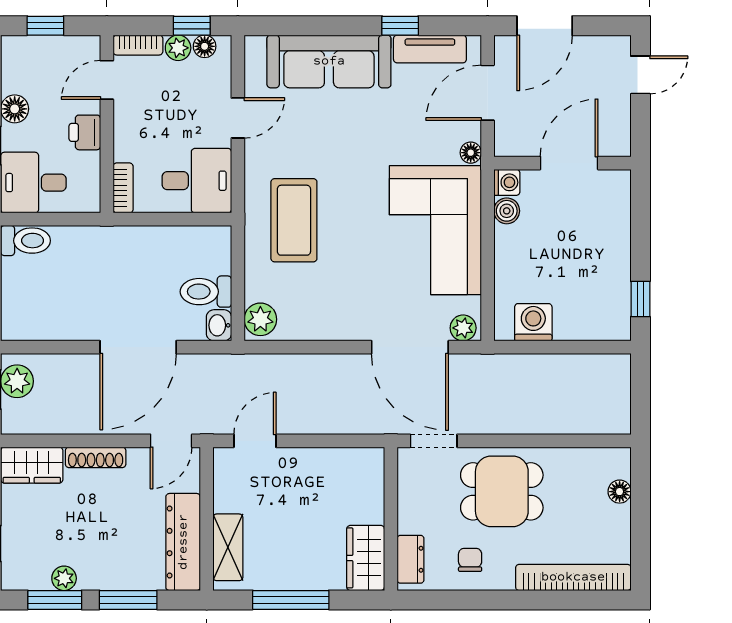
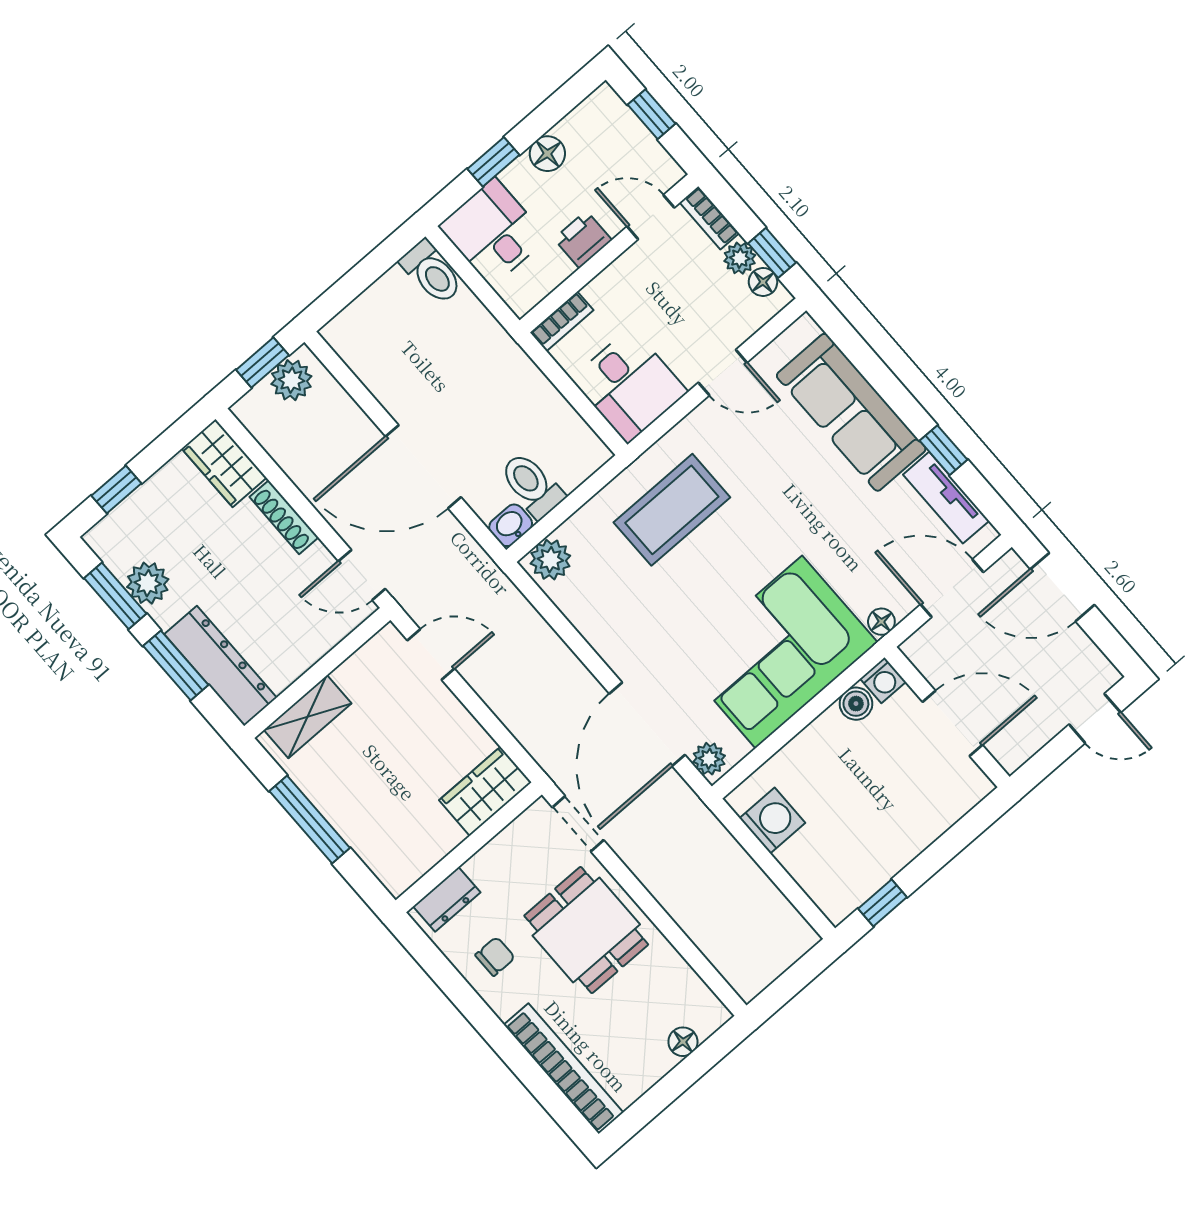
dresser: (183, 542) -> (220, 666), moved, turned 90
wardrobe: (366, 558) -> (485, 791), moved
plant: (64, 578) -> (148, 583), width x1.38, depth x1.38

